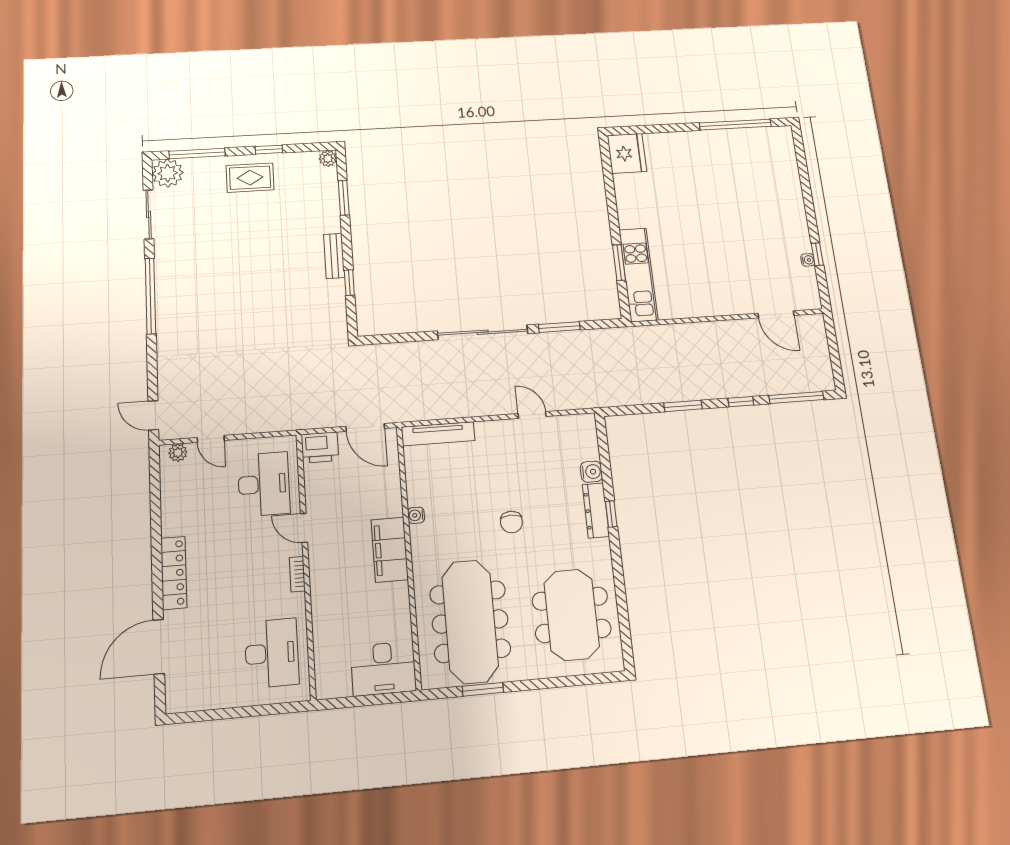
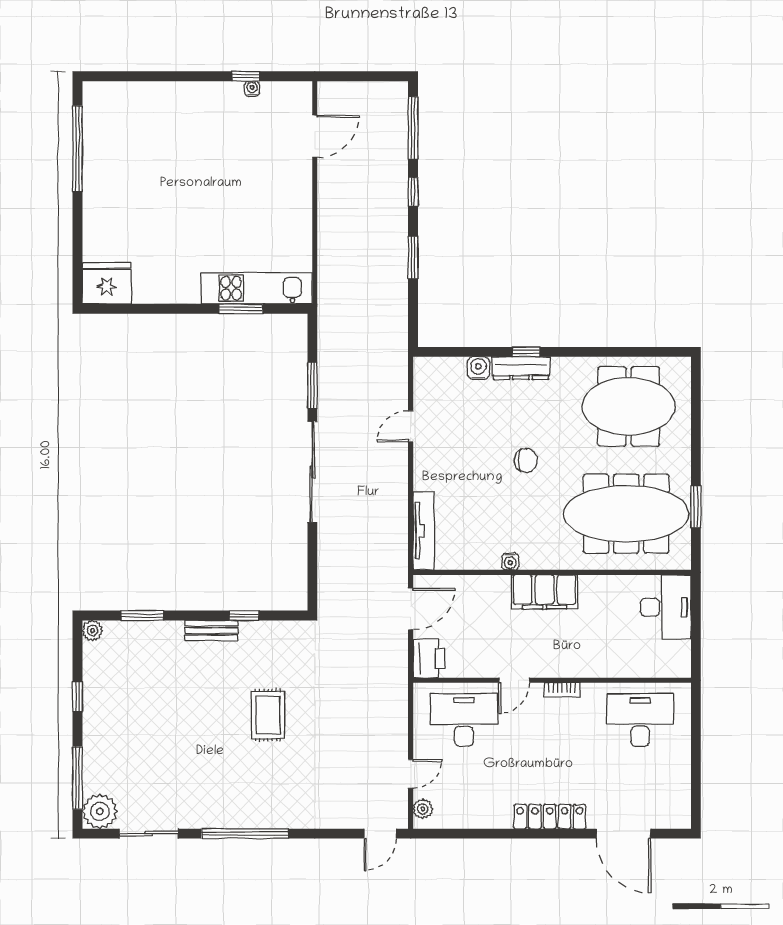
rug: (250, 178) -> (268, 715), moved

